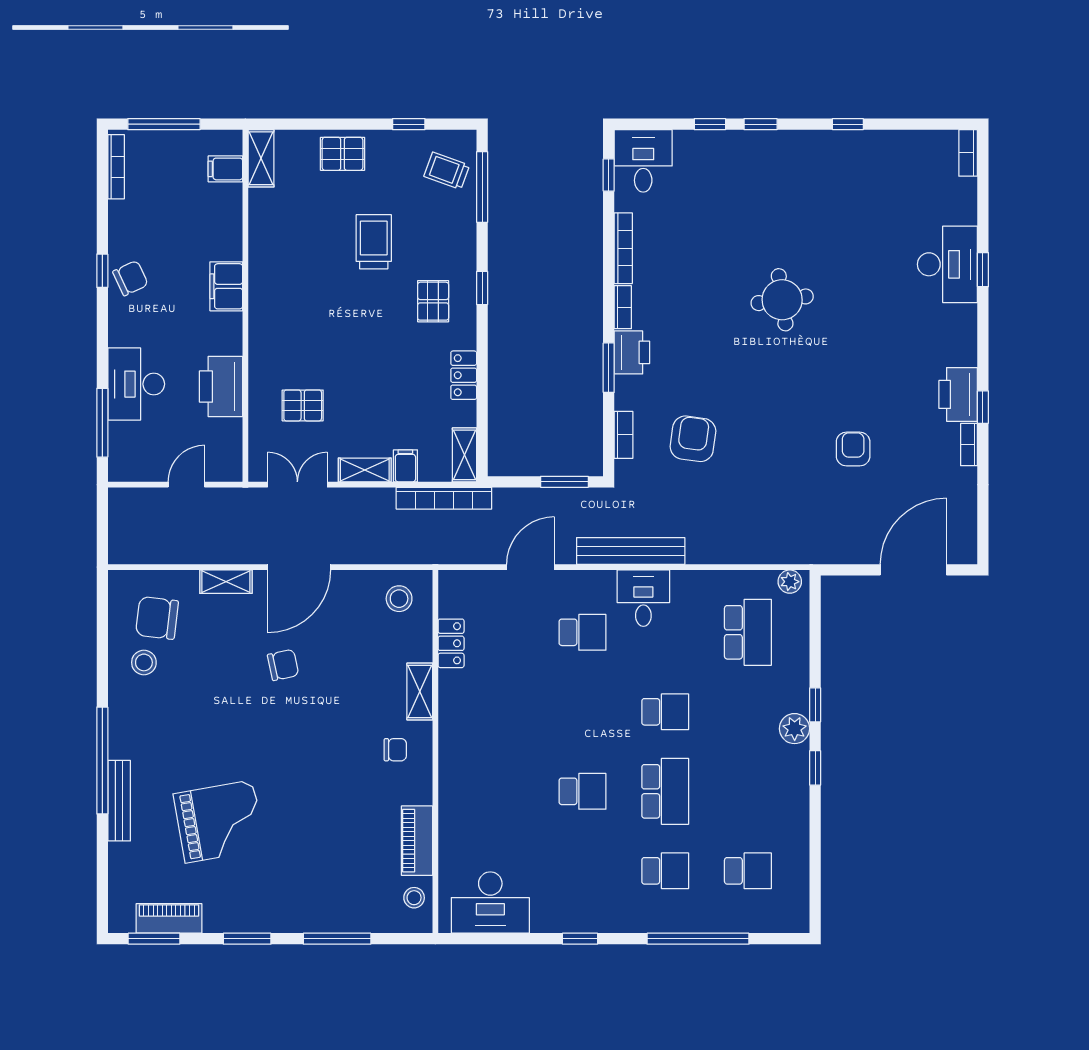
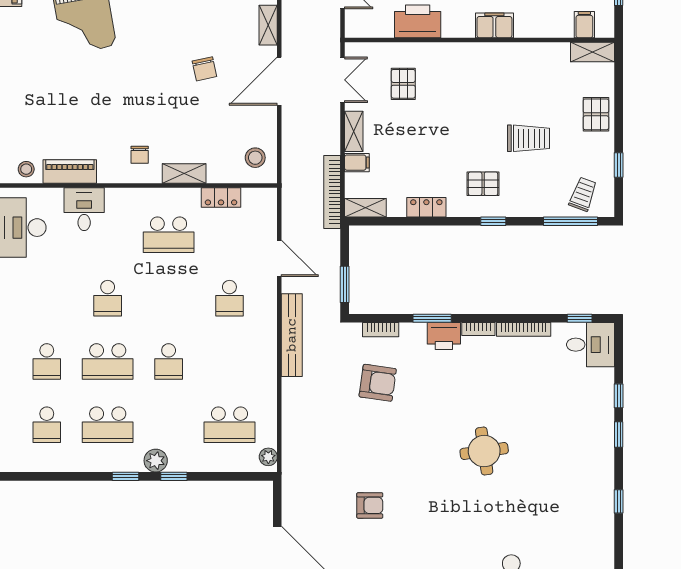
door: (299, 567) -> (279, 81), hinge flipped
desk: (643, 598) -> (84, 209), moved, turned -90
school desk: (500, 712) -> (169, 235), added
school desk: (748, 791) -> (108, 425), added

